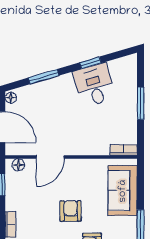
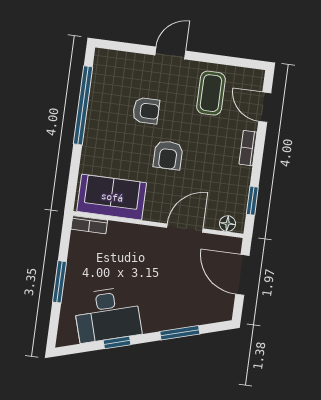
desk: (94, 85) -> (107, 315), width x1.37
floor lamp: (11, 98) -> (226, 311), removed
sofa: (123, 191) -> (112, 197), moved, turned -90

